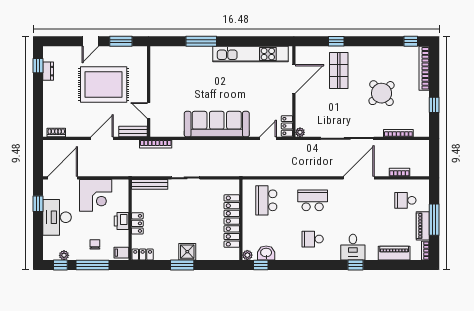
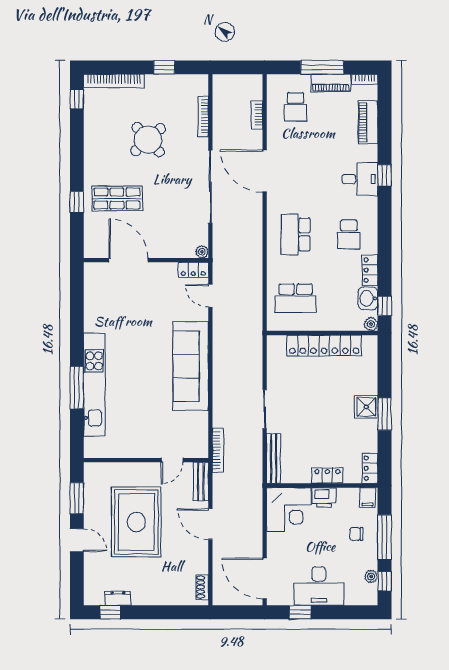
kitchen unit: (251, 54) -> (94, 385), moved
corner desk: (96, 195) -> (289, 510), moved, turned 90
locker: (287, 254) -> (370, 270), added

